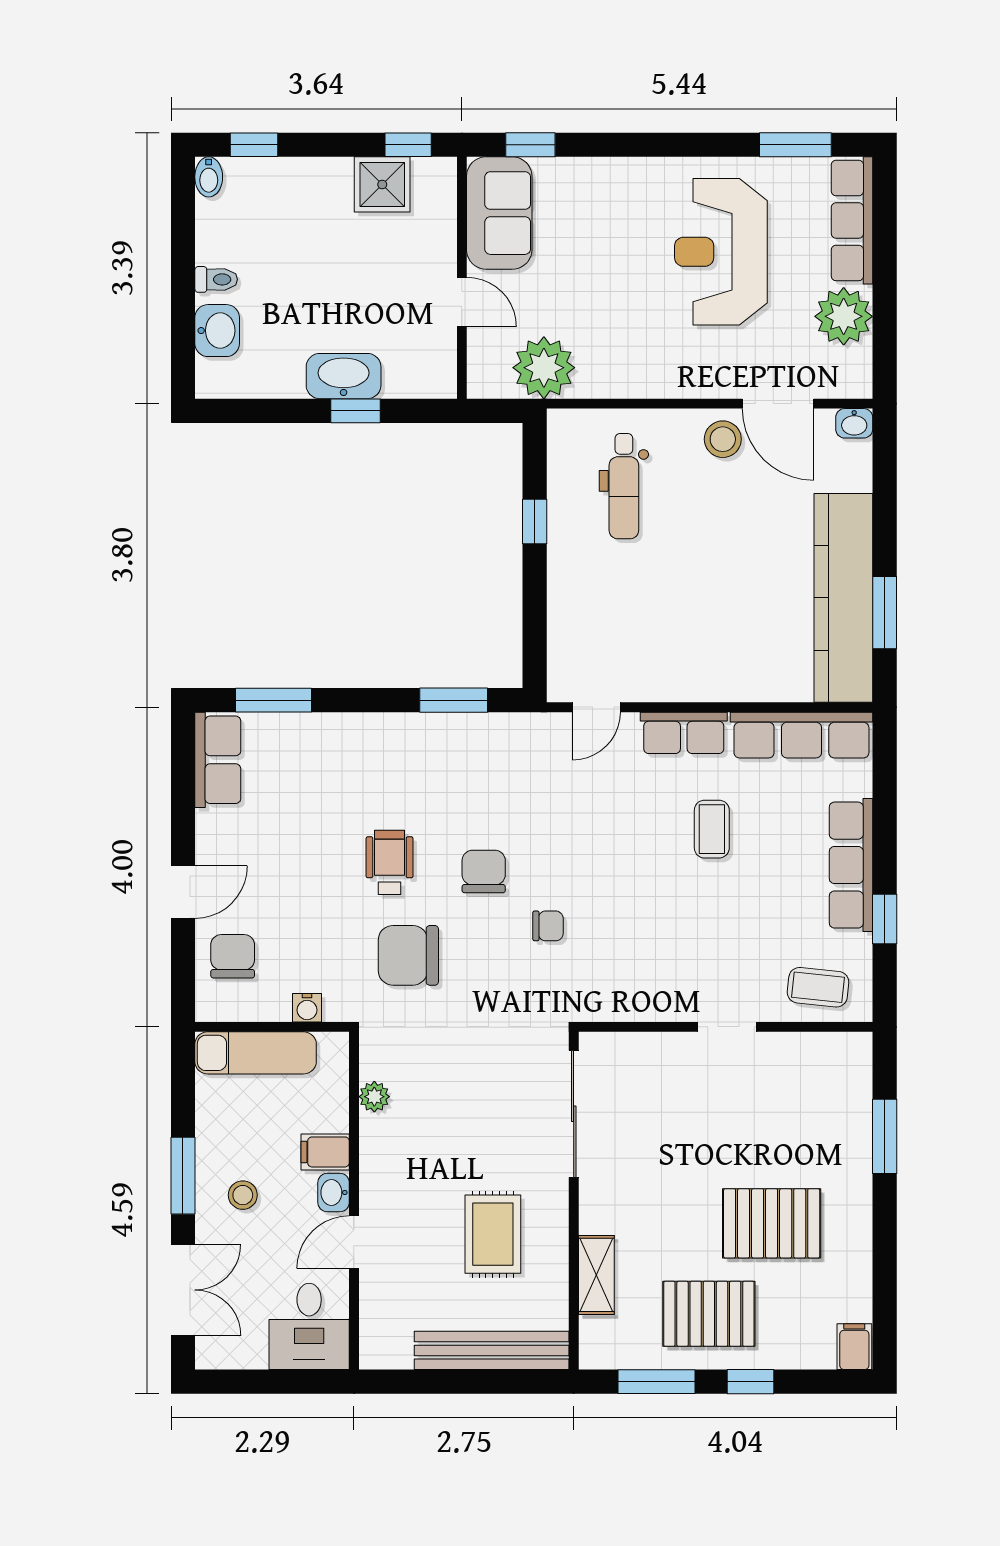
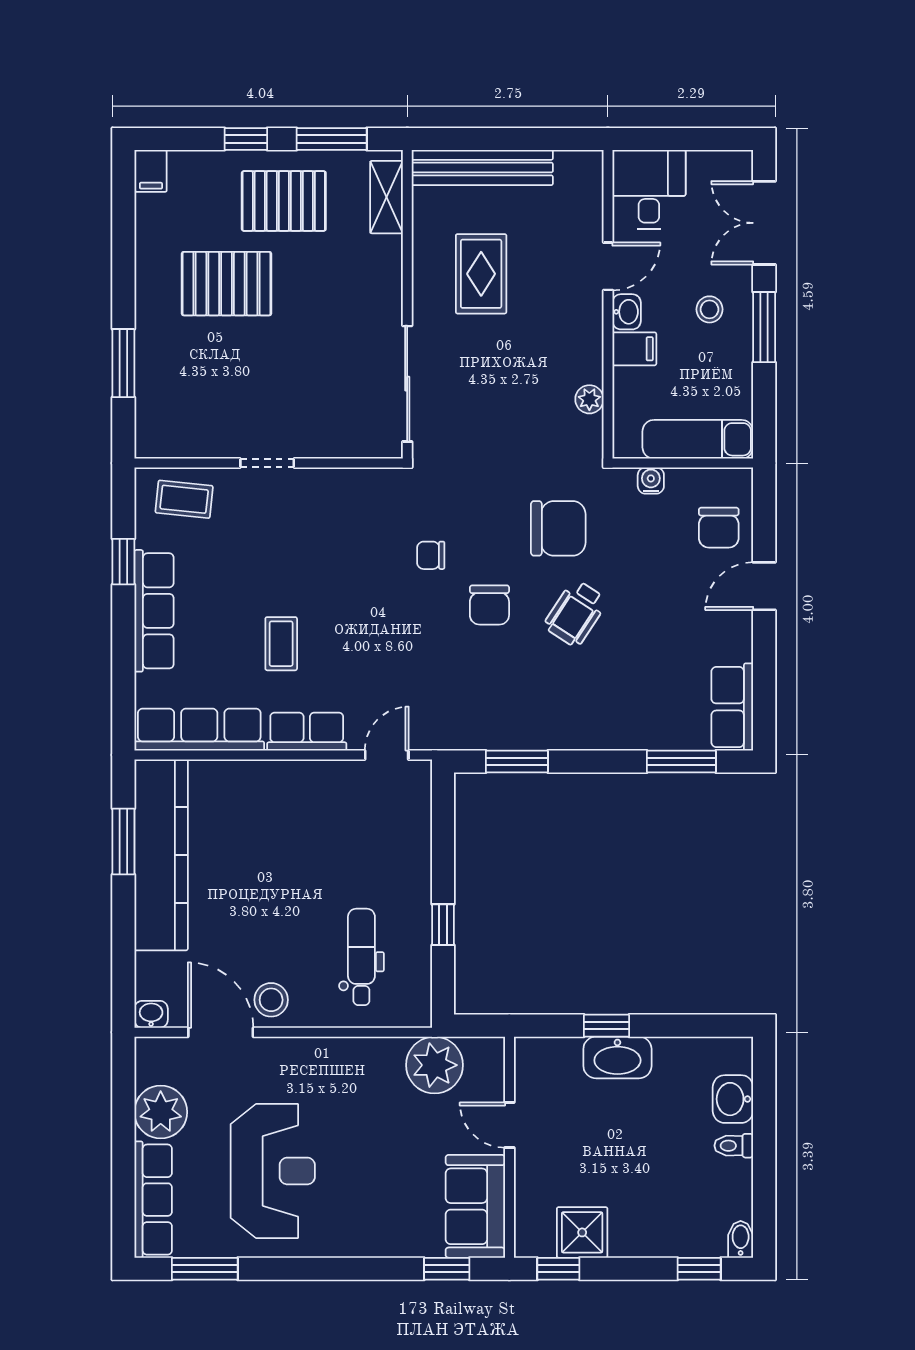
wheelchair: (390, 862) -> (575, 613), turned 33
shelving: (596, 1275) -> (387, 197), moved

